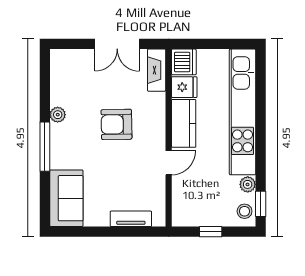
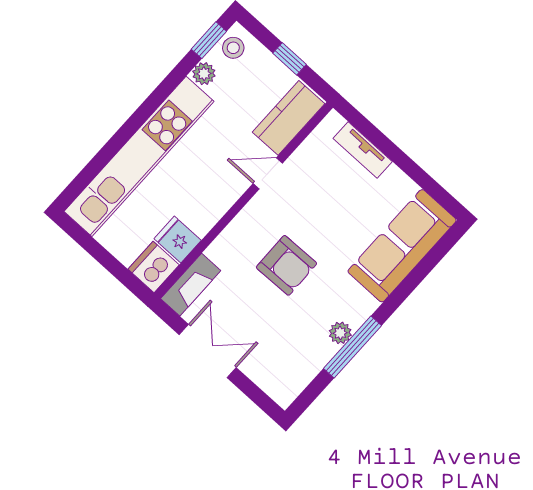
kitchen counter: (184, 123) -> (289, 118), moved
window: (45, 147) -> (352, 347), moved
sofa: (66, 198) -> (402, 246), width x1.36

